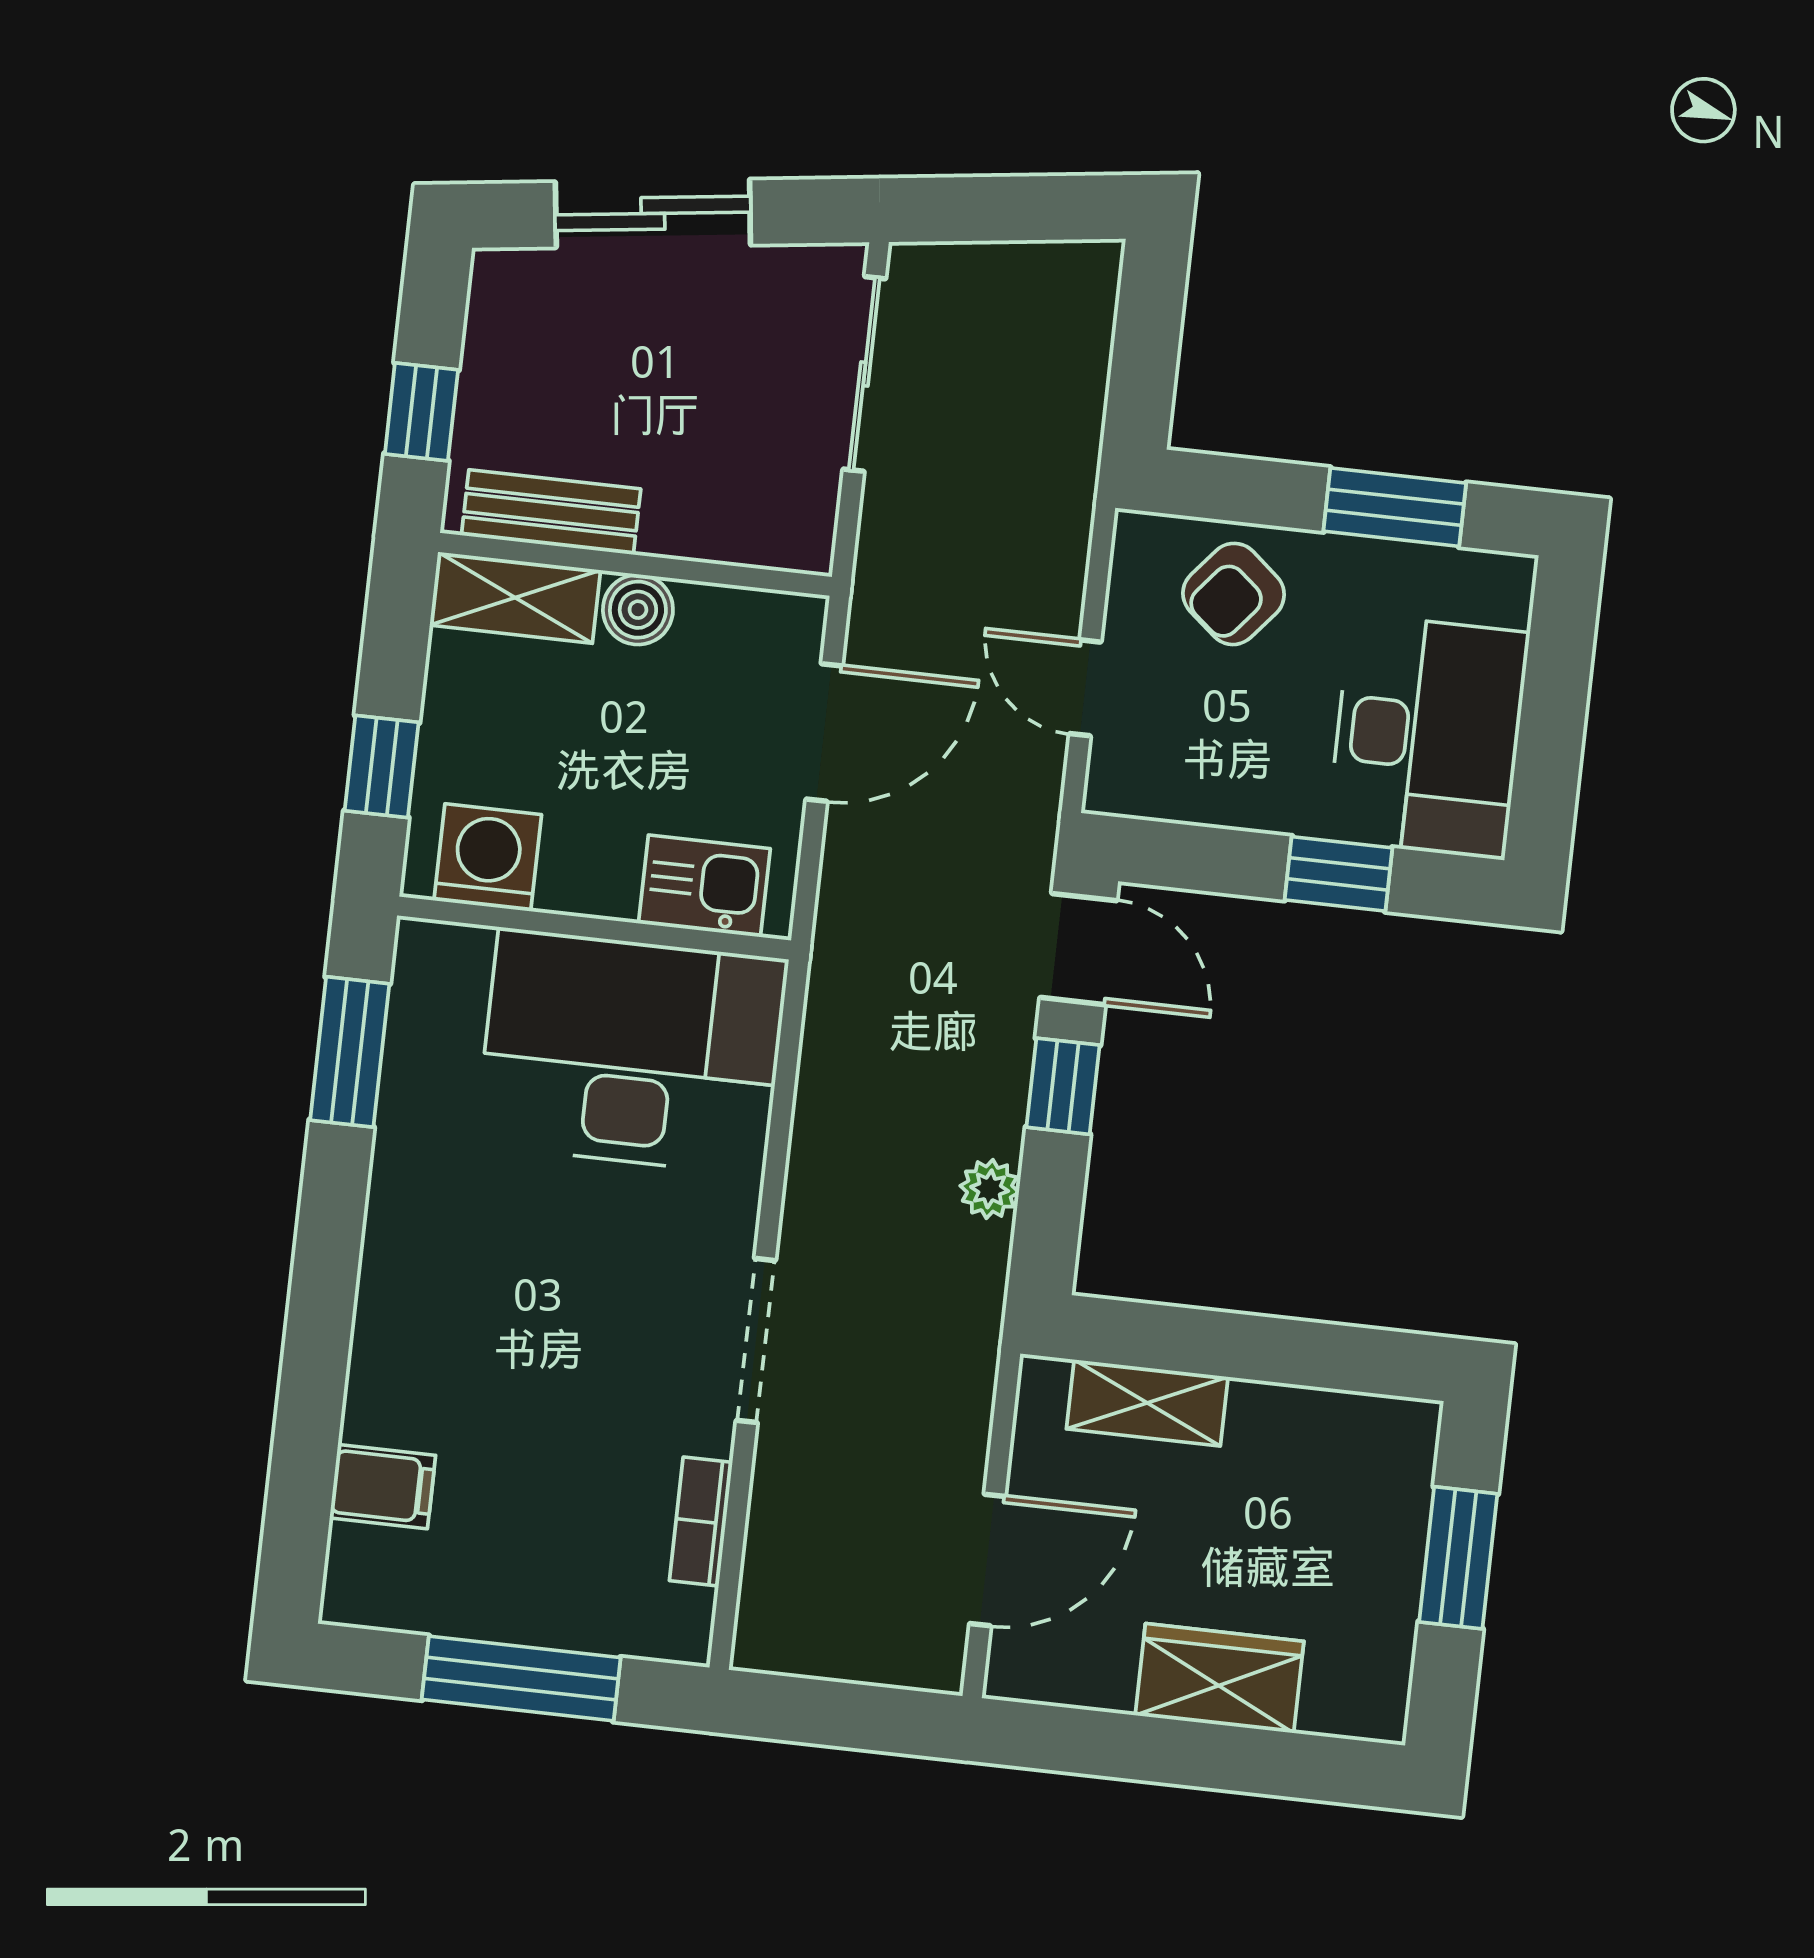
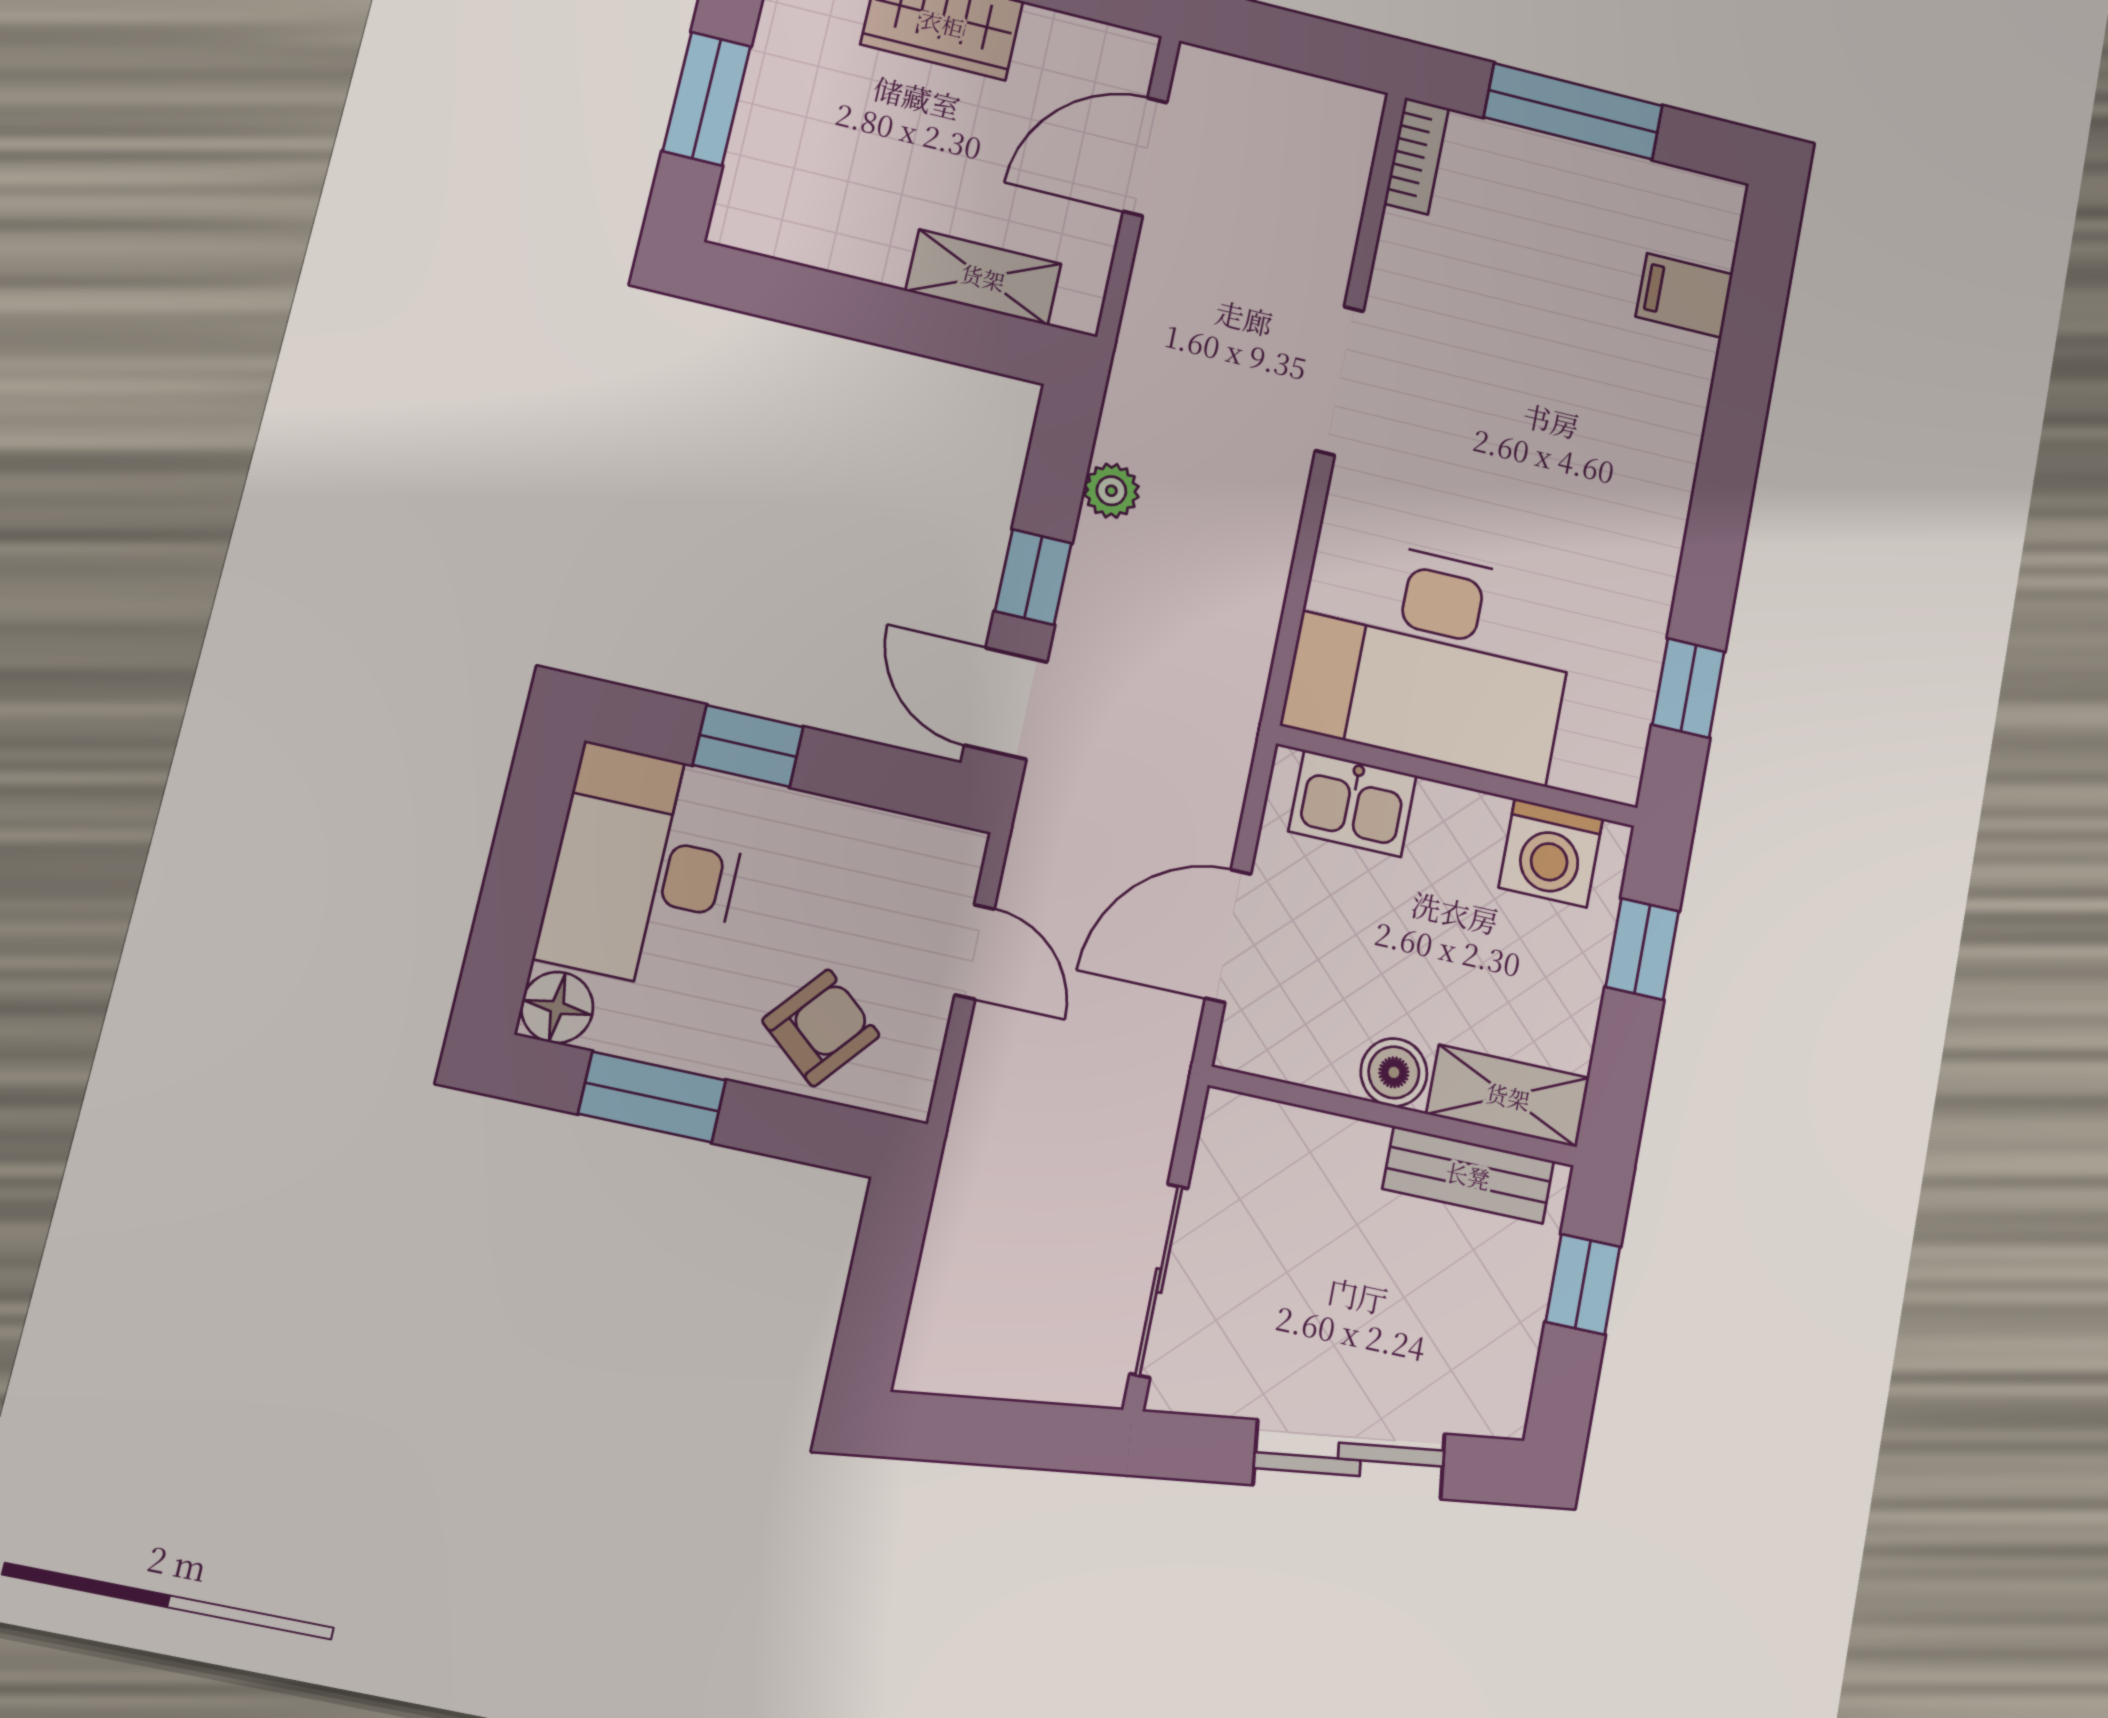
floor lamp: (1499, 587) -> (557, 1007), added
window: (350, 1052) -> (1688, 688), width x0.67
bookcase: (701, 1522) -> (1416, 156), moved

